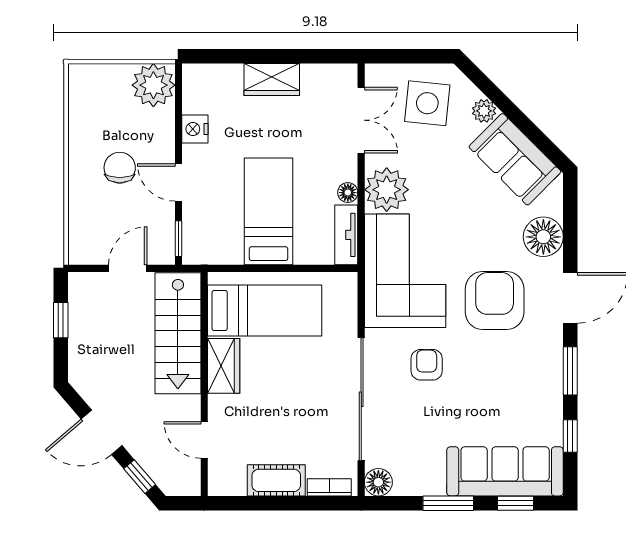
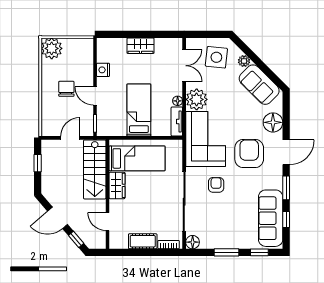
plant: (153, 85) -> (52, 48), moved
sofa: (505, 471) -> (271, 218), moved, turned -90

